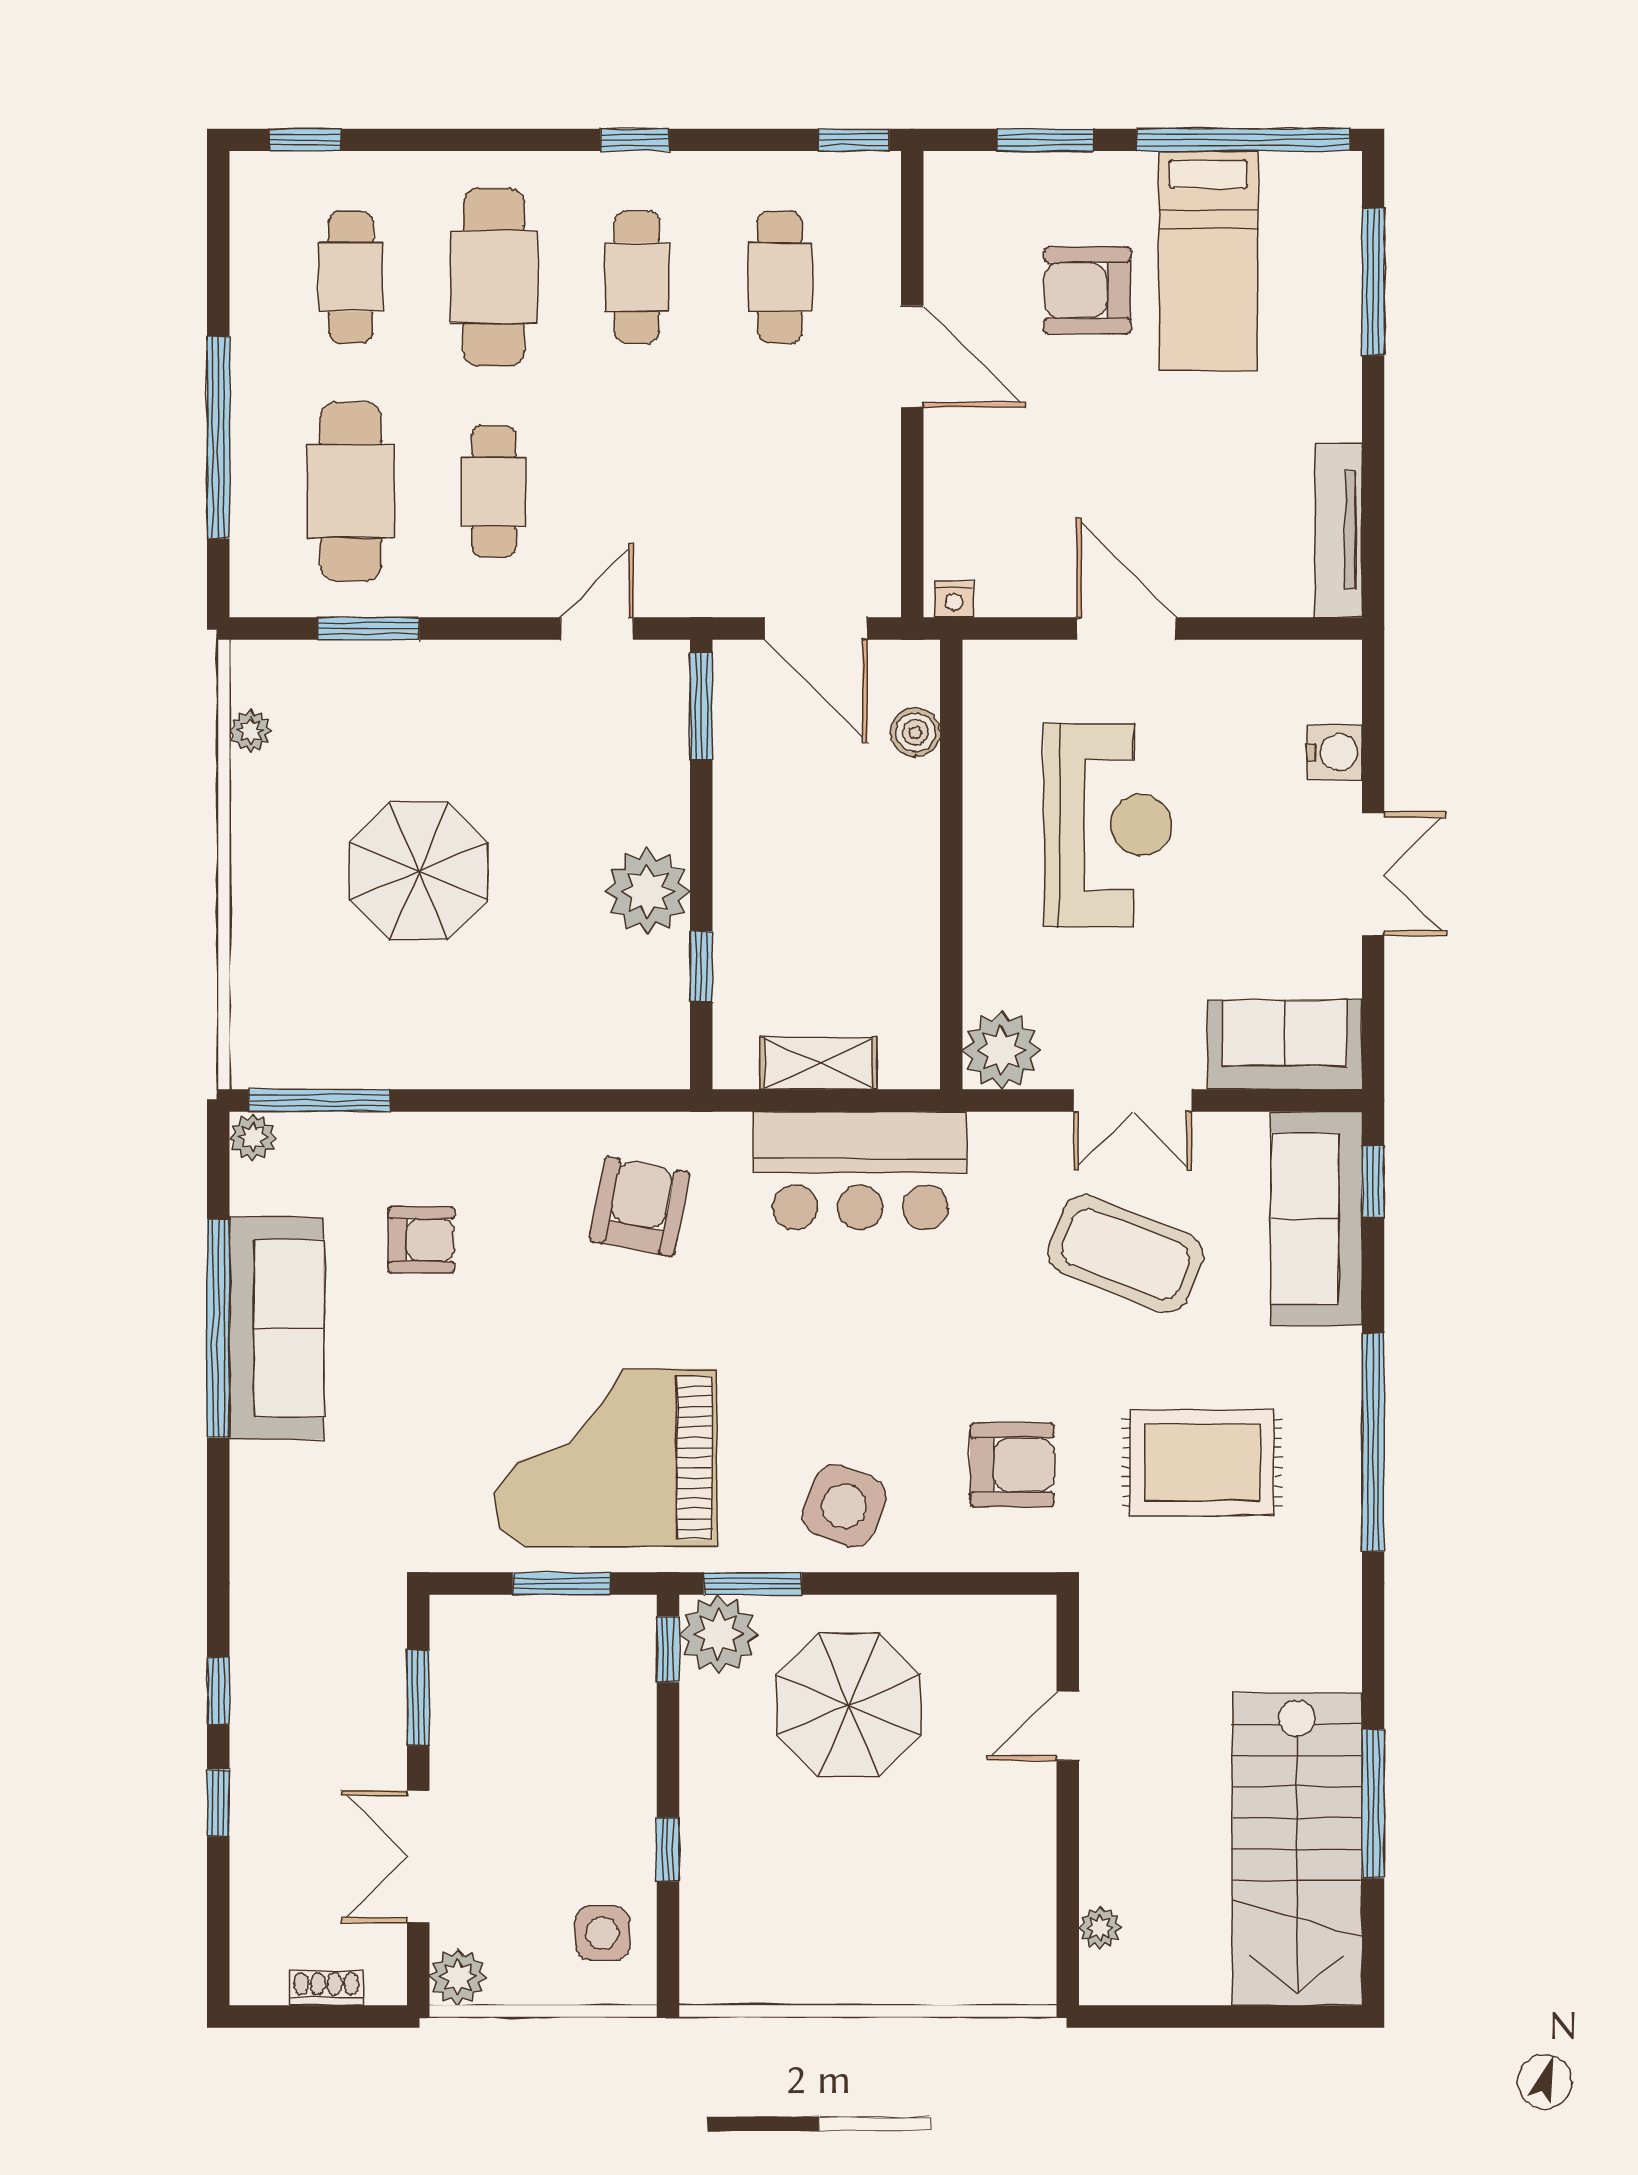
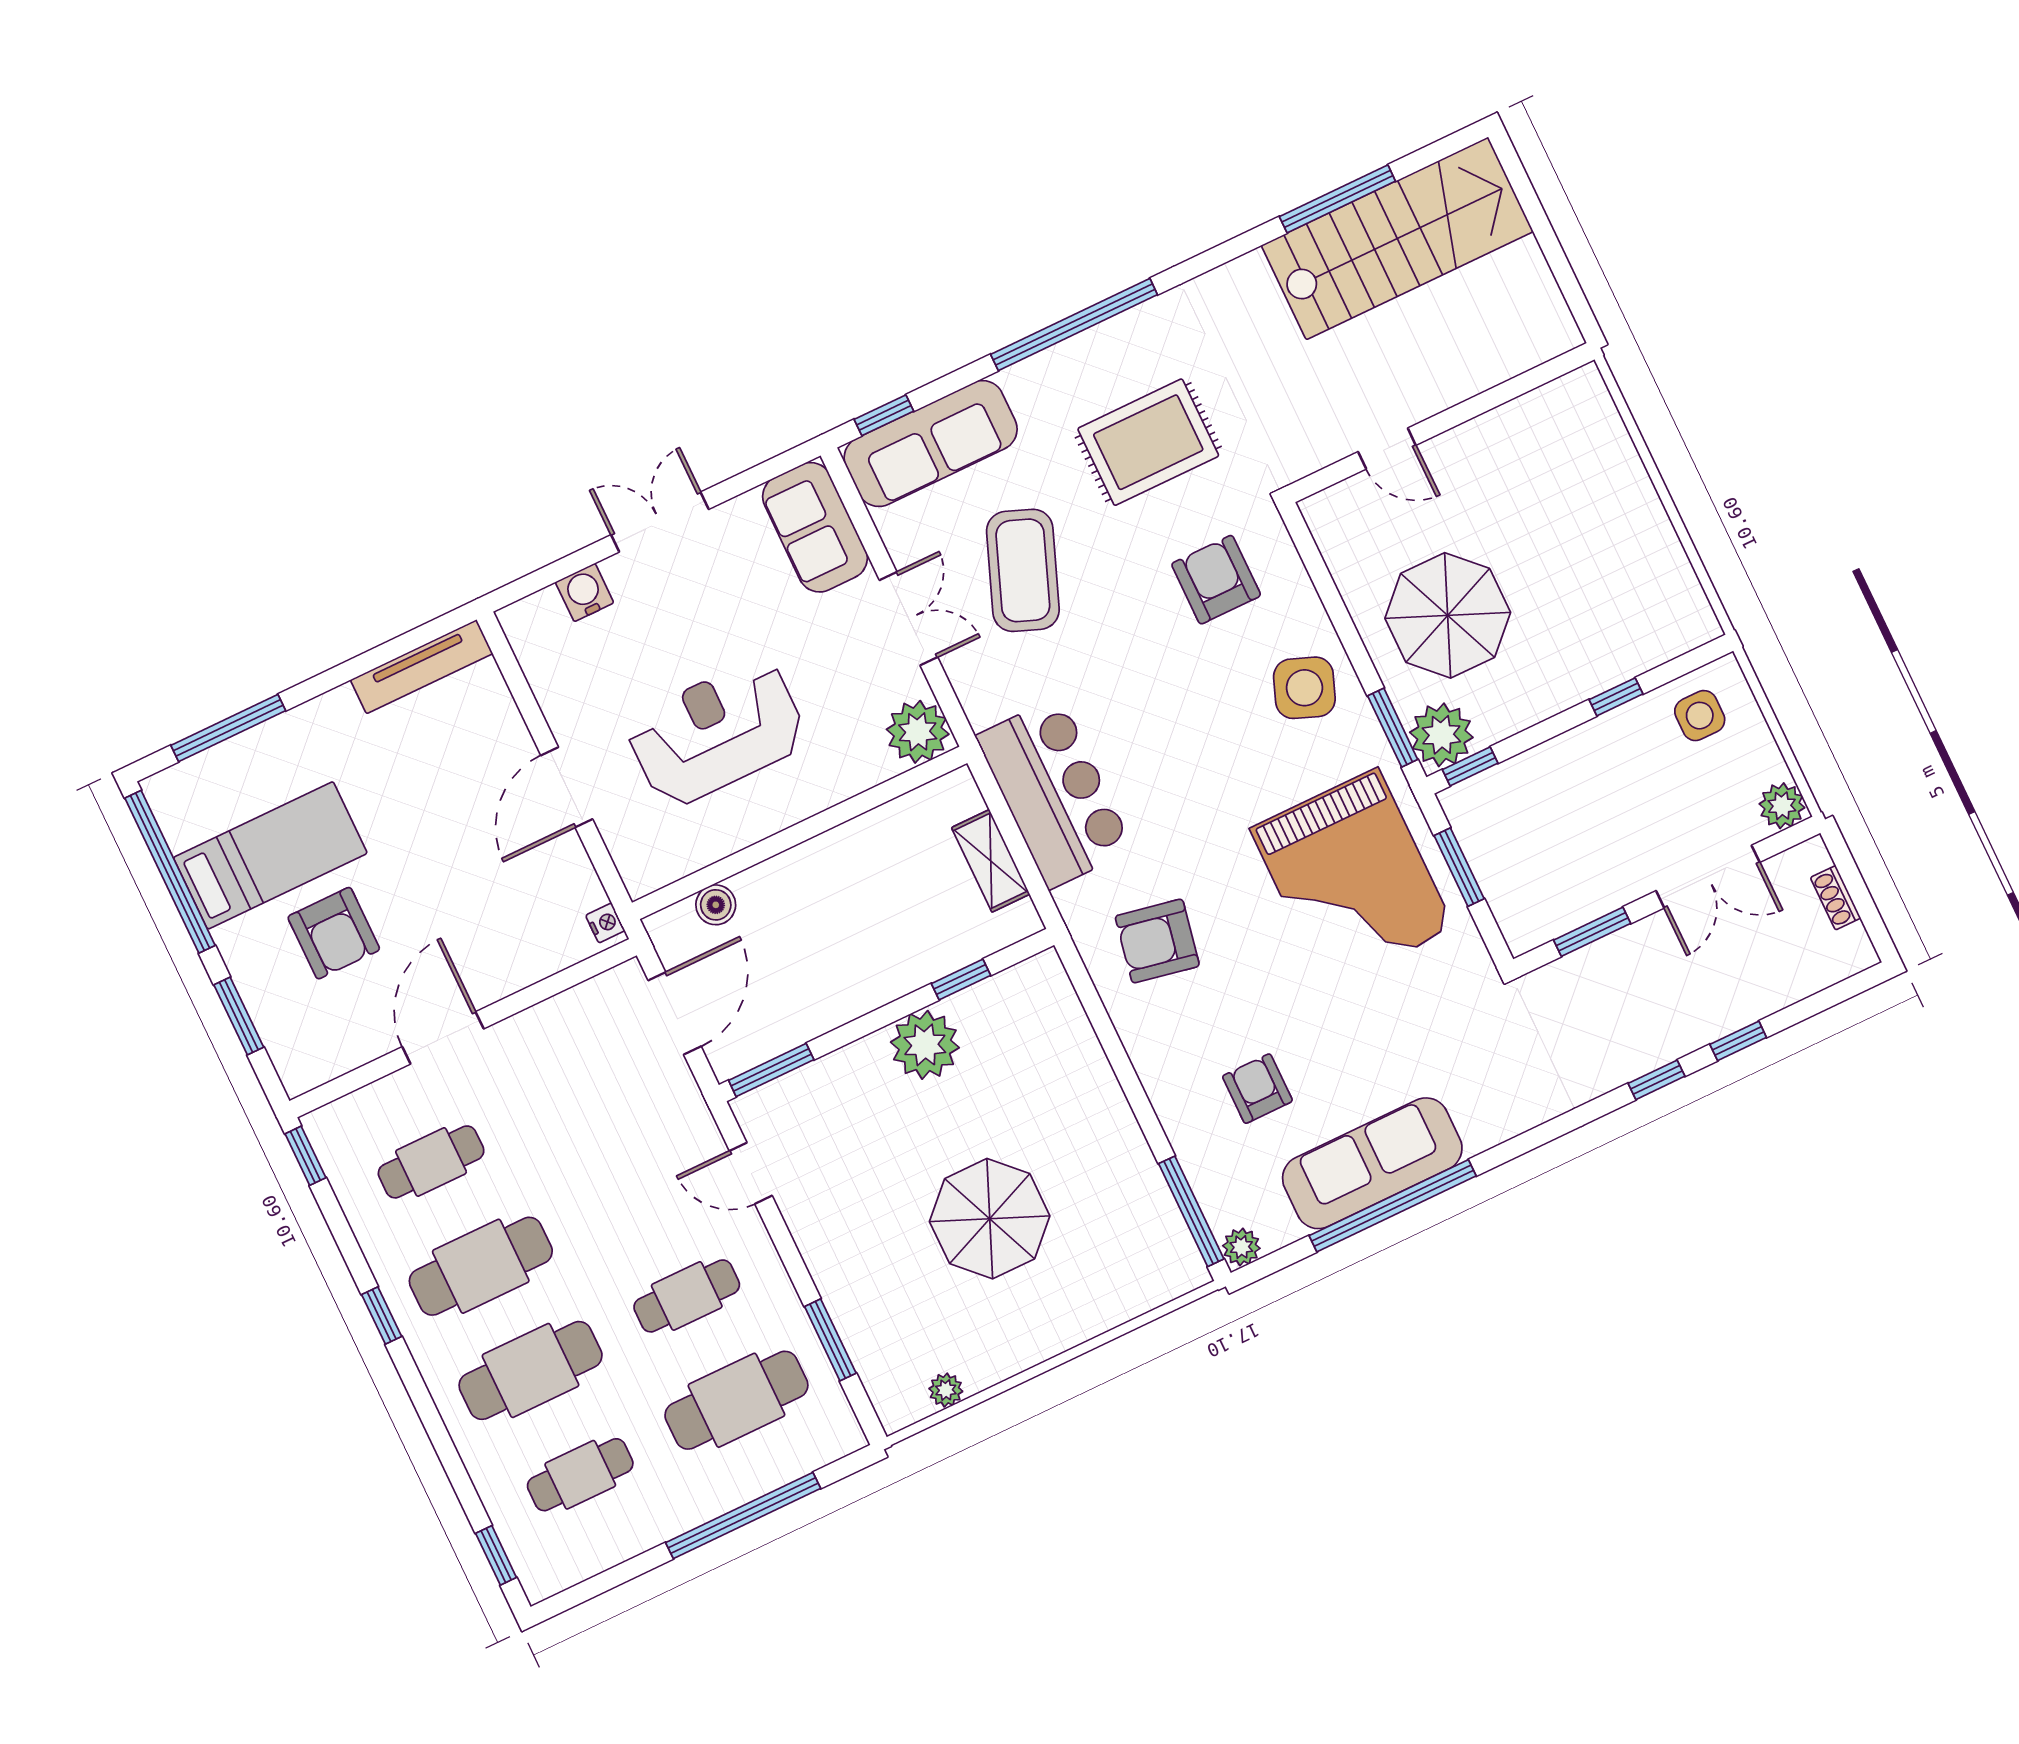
cafe table: (637, 277) -> (481, 1266), width x1.37, depth x1.35
rug: (1202, 1462) -> (1148, 442), turned 90
plant: (1100, 1928) -> (1523, 355), removed

